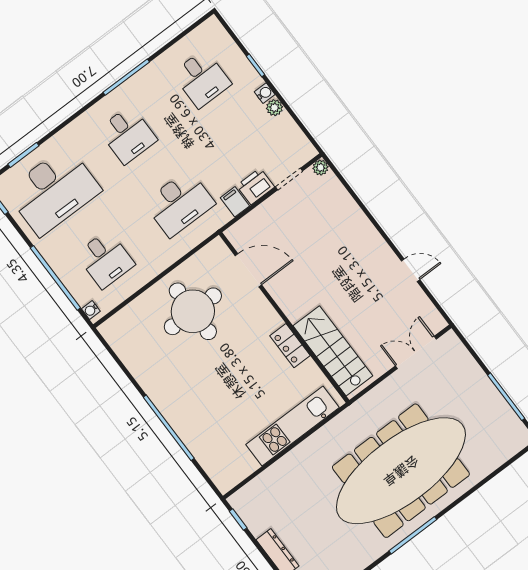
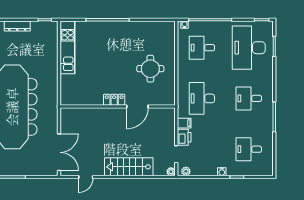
plant: (274, 108) -> (186, 171), moved
door: (248, 270) -> (137, 106), moved
door: (411, 270) -> (86, 177), moved
round table: (193, 311) -> (150, 69), width x0.73, depth x0.73
locker: (290, 346) -> (114, 100), moved
stairs: (333, 351) -> (129, 167), moved, turned 180
double door: (416, 352) -> (59, 152), width x1.37
kitchen unit: (292, 426) -> (68, 47), moved

